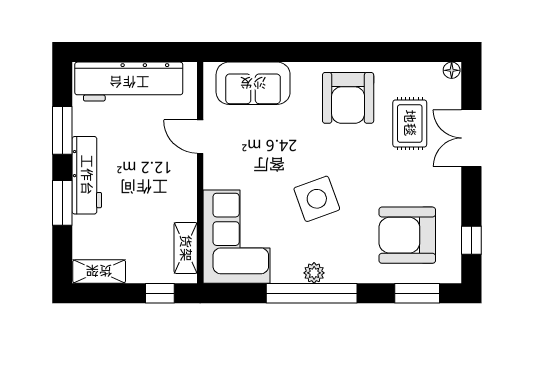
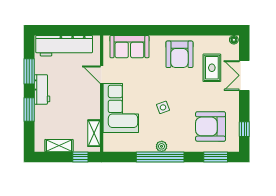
workbench: (87, 175) -> (42, 89), width x0.73
side table: (317, 199) -> (163, 107), width x0.54, depth x0.54
corner sofa: (236, 237) -> (121, 108), moved
shelving: (99, 271) -> (59, 146), moved

